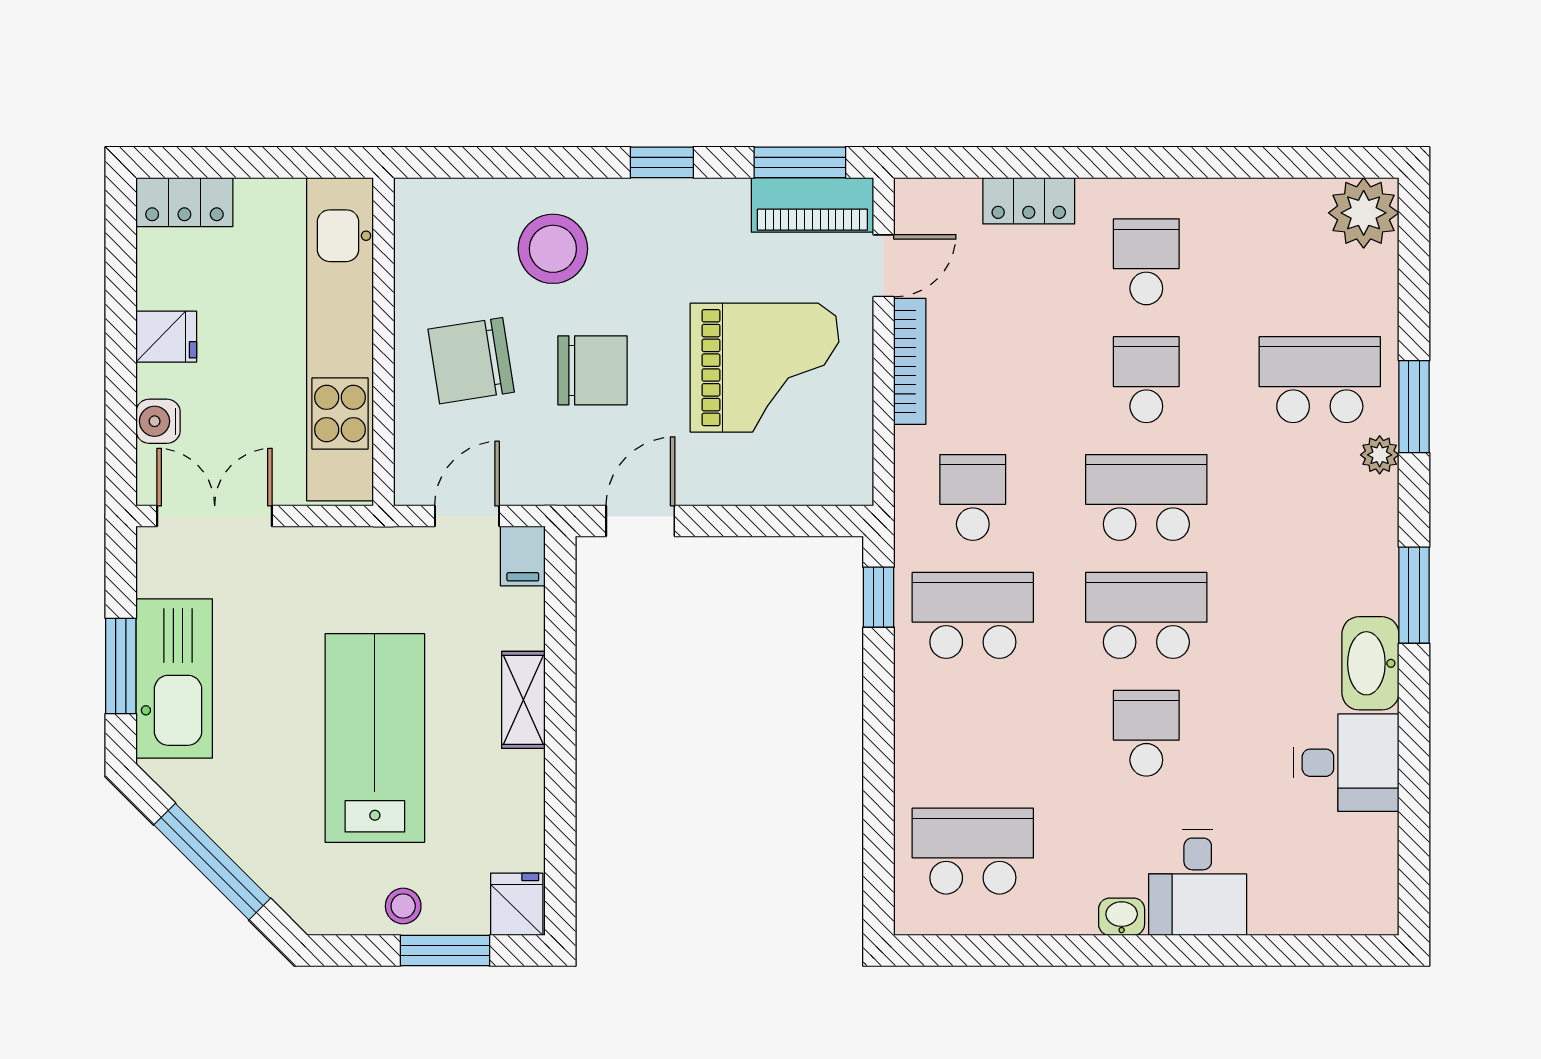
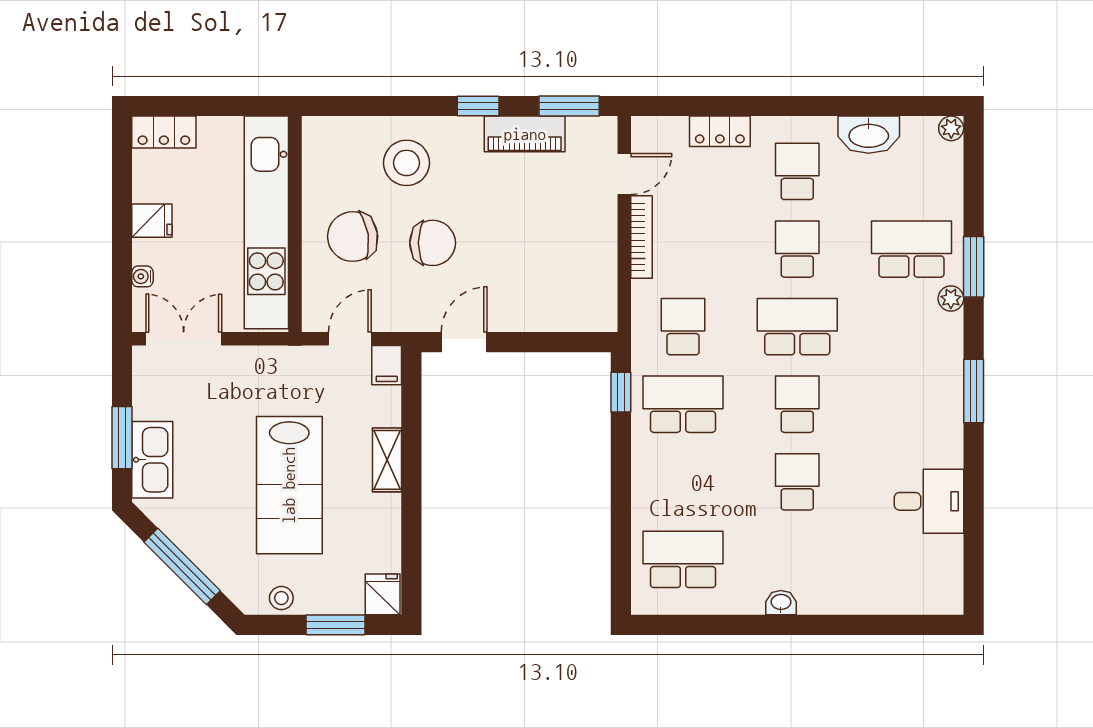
piano: (812, 205) -> (525, 134), moved
plant: (1364, 213) -> (951, 128), width x0.53, depth x0.53
grand piano: (765, 368) -> (546, 241), removed
water cooler: (158, 421) -> (143, 276), width x0.72, depth x0.72
school desk: (1146, 615) -> (797, 404), width x0.54
washbasin: (1370, 663) -> (869, 135), moved, turned -90
kitchen sink: (174, 678) -> (152, 460), width x0.73, depth x0.81
lab bench: (375, 738) -> (289, 485), turned 180
desk: (1198, 882) -> (831, 580), removed
stool: (403, 906) -> (281, 598), moved

